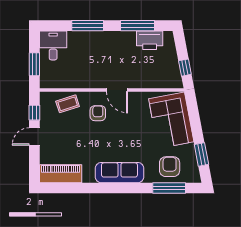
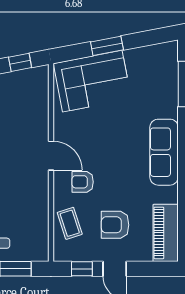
door: (117, 90) -> (51, 156), hinge flipped
window: (201, 154) -> (107, 46), moved
armchair: (170, 167) -> (115, 225), moved

